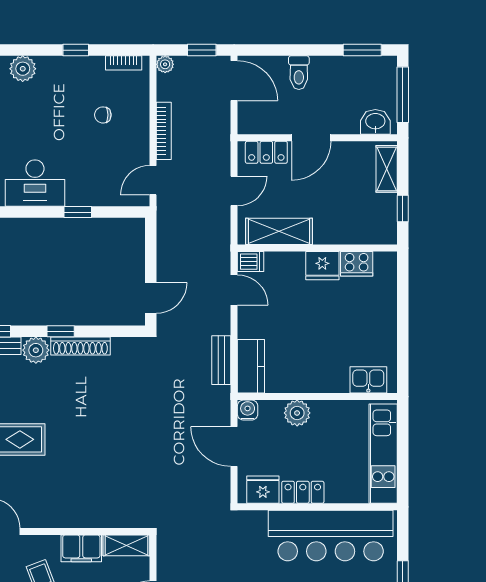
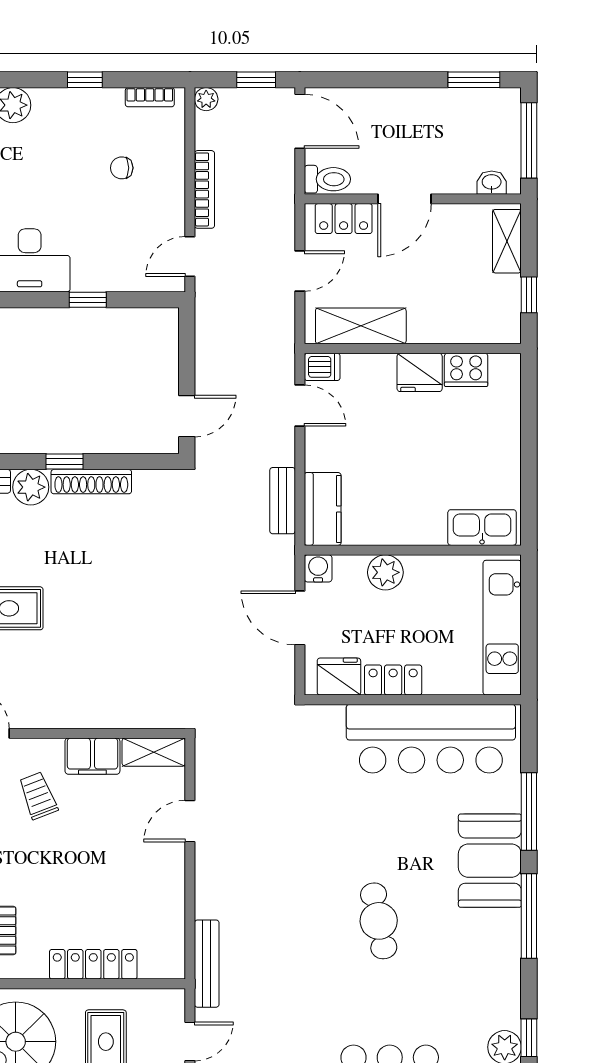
toilet: (299, 73) -> (327, 179), moved, turned -90
washbasin: (375, 122) -> (492, 183), width x0.72, depth x0.69
kitchen sink: (368, 380) -> (482, 528), width x1.38

